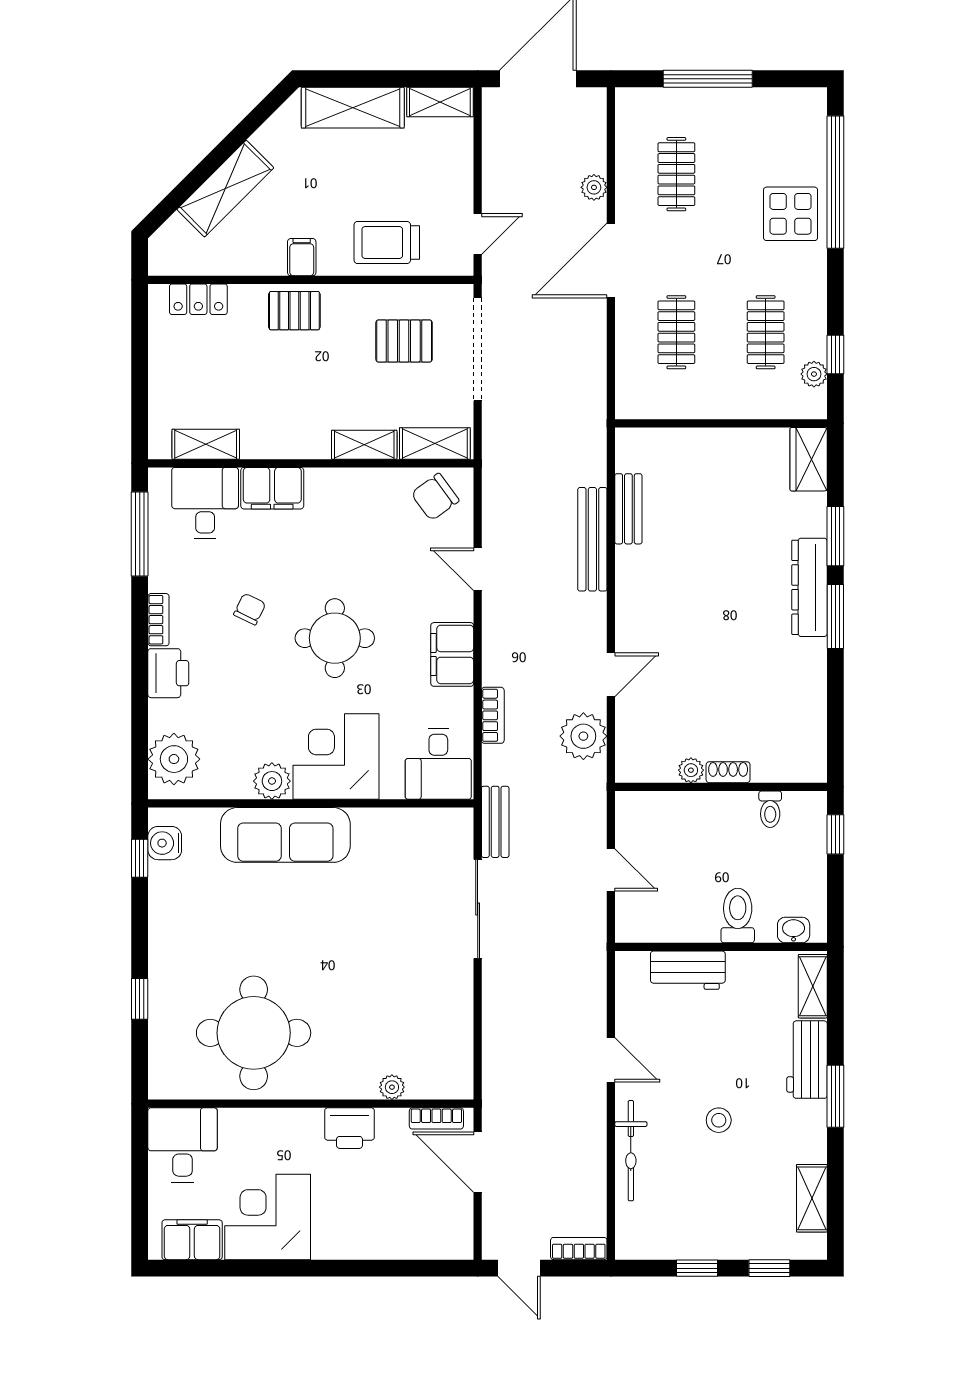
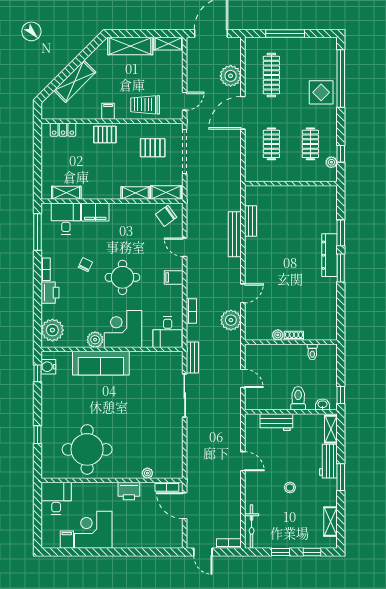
clothes rail: (676, 174) -> (271, 75), width x1.36
plant: (594, 187) -> (231, 76), width x1.88, depth x1.88
wardrobe: (809, 459) -> (329, 199), removed
filing cabinet: (452, 654) -> (174, 277), width x0.50
window: (835, 834) -> (341, 395), moved
bicycle: (631, 1151) -> (252, 526), moved
filing cabinet: (192, 1240) -> (67, 540), width x0.50

